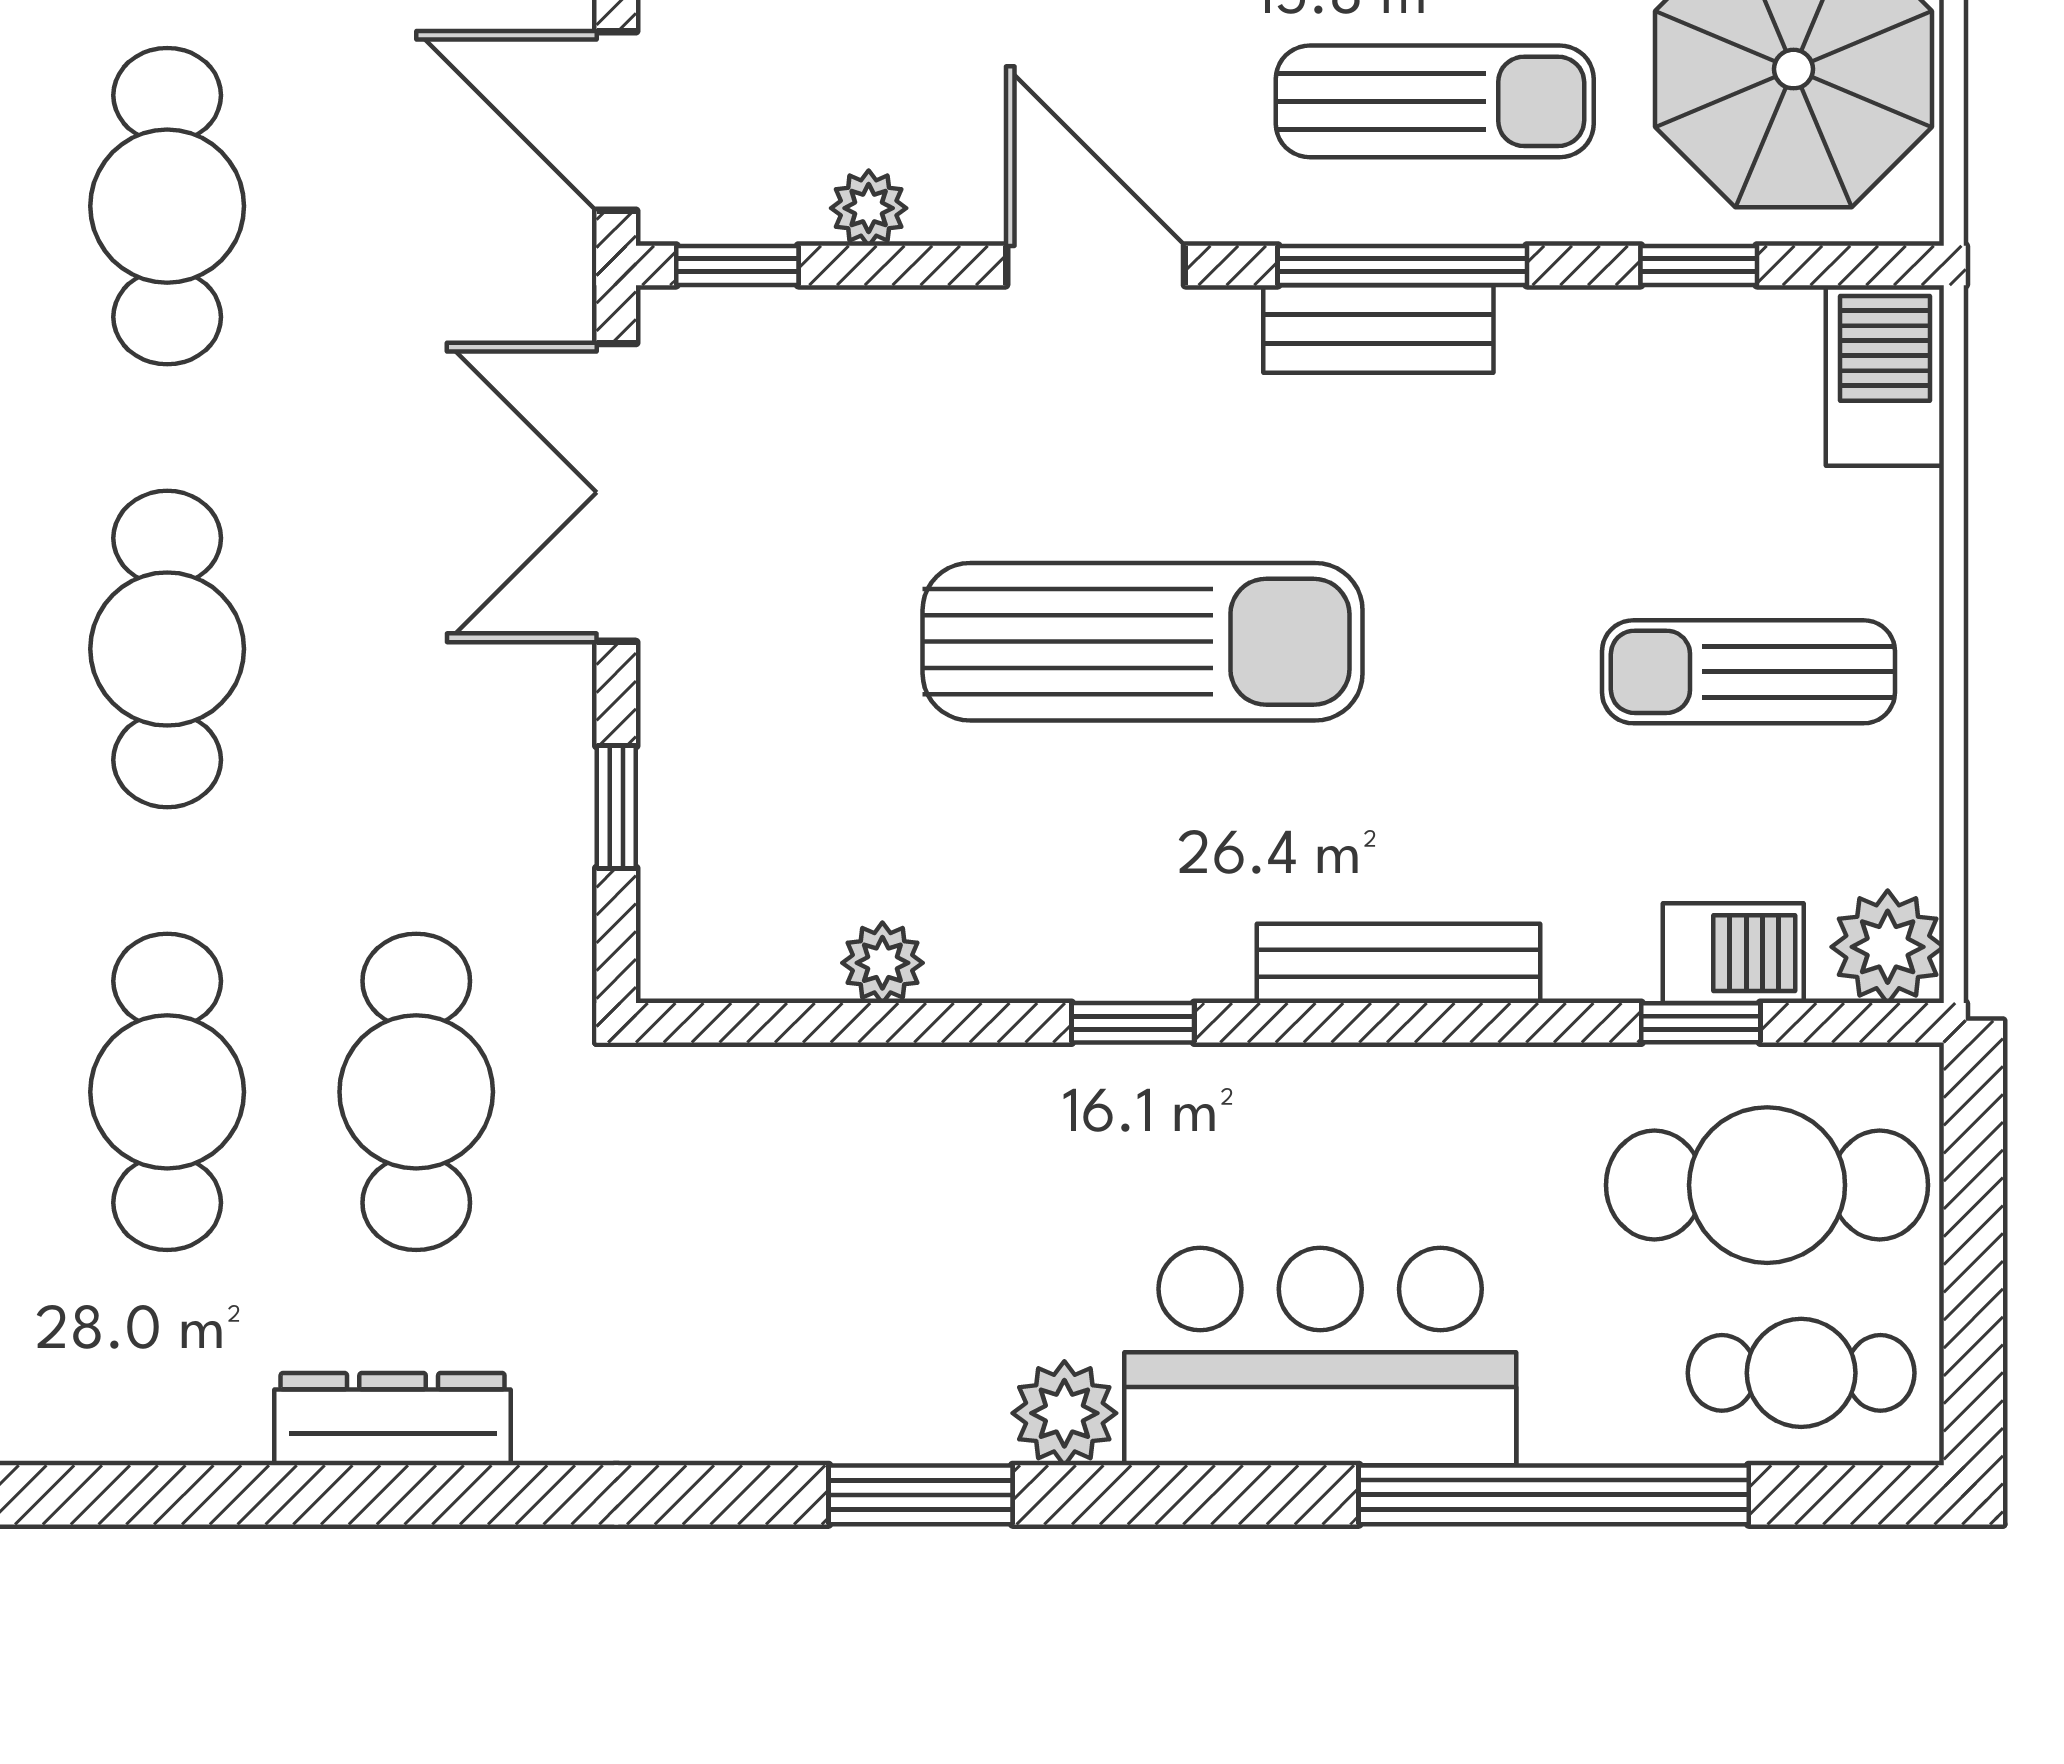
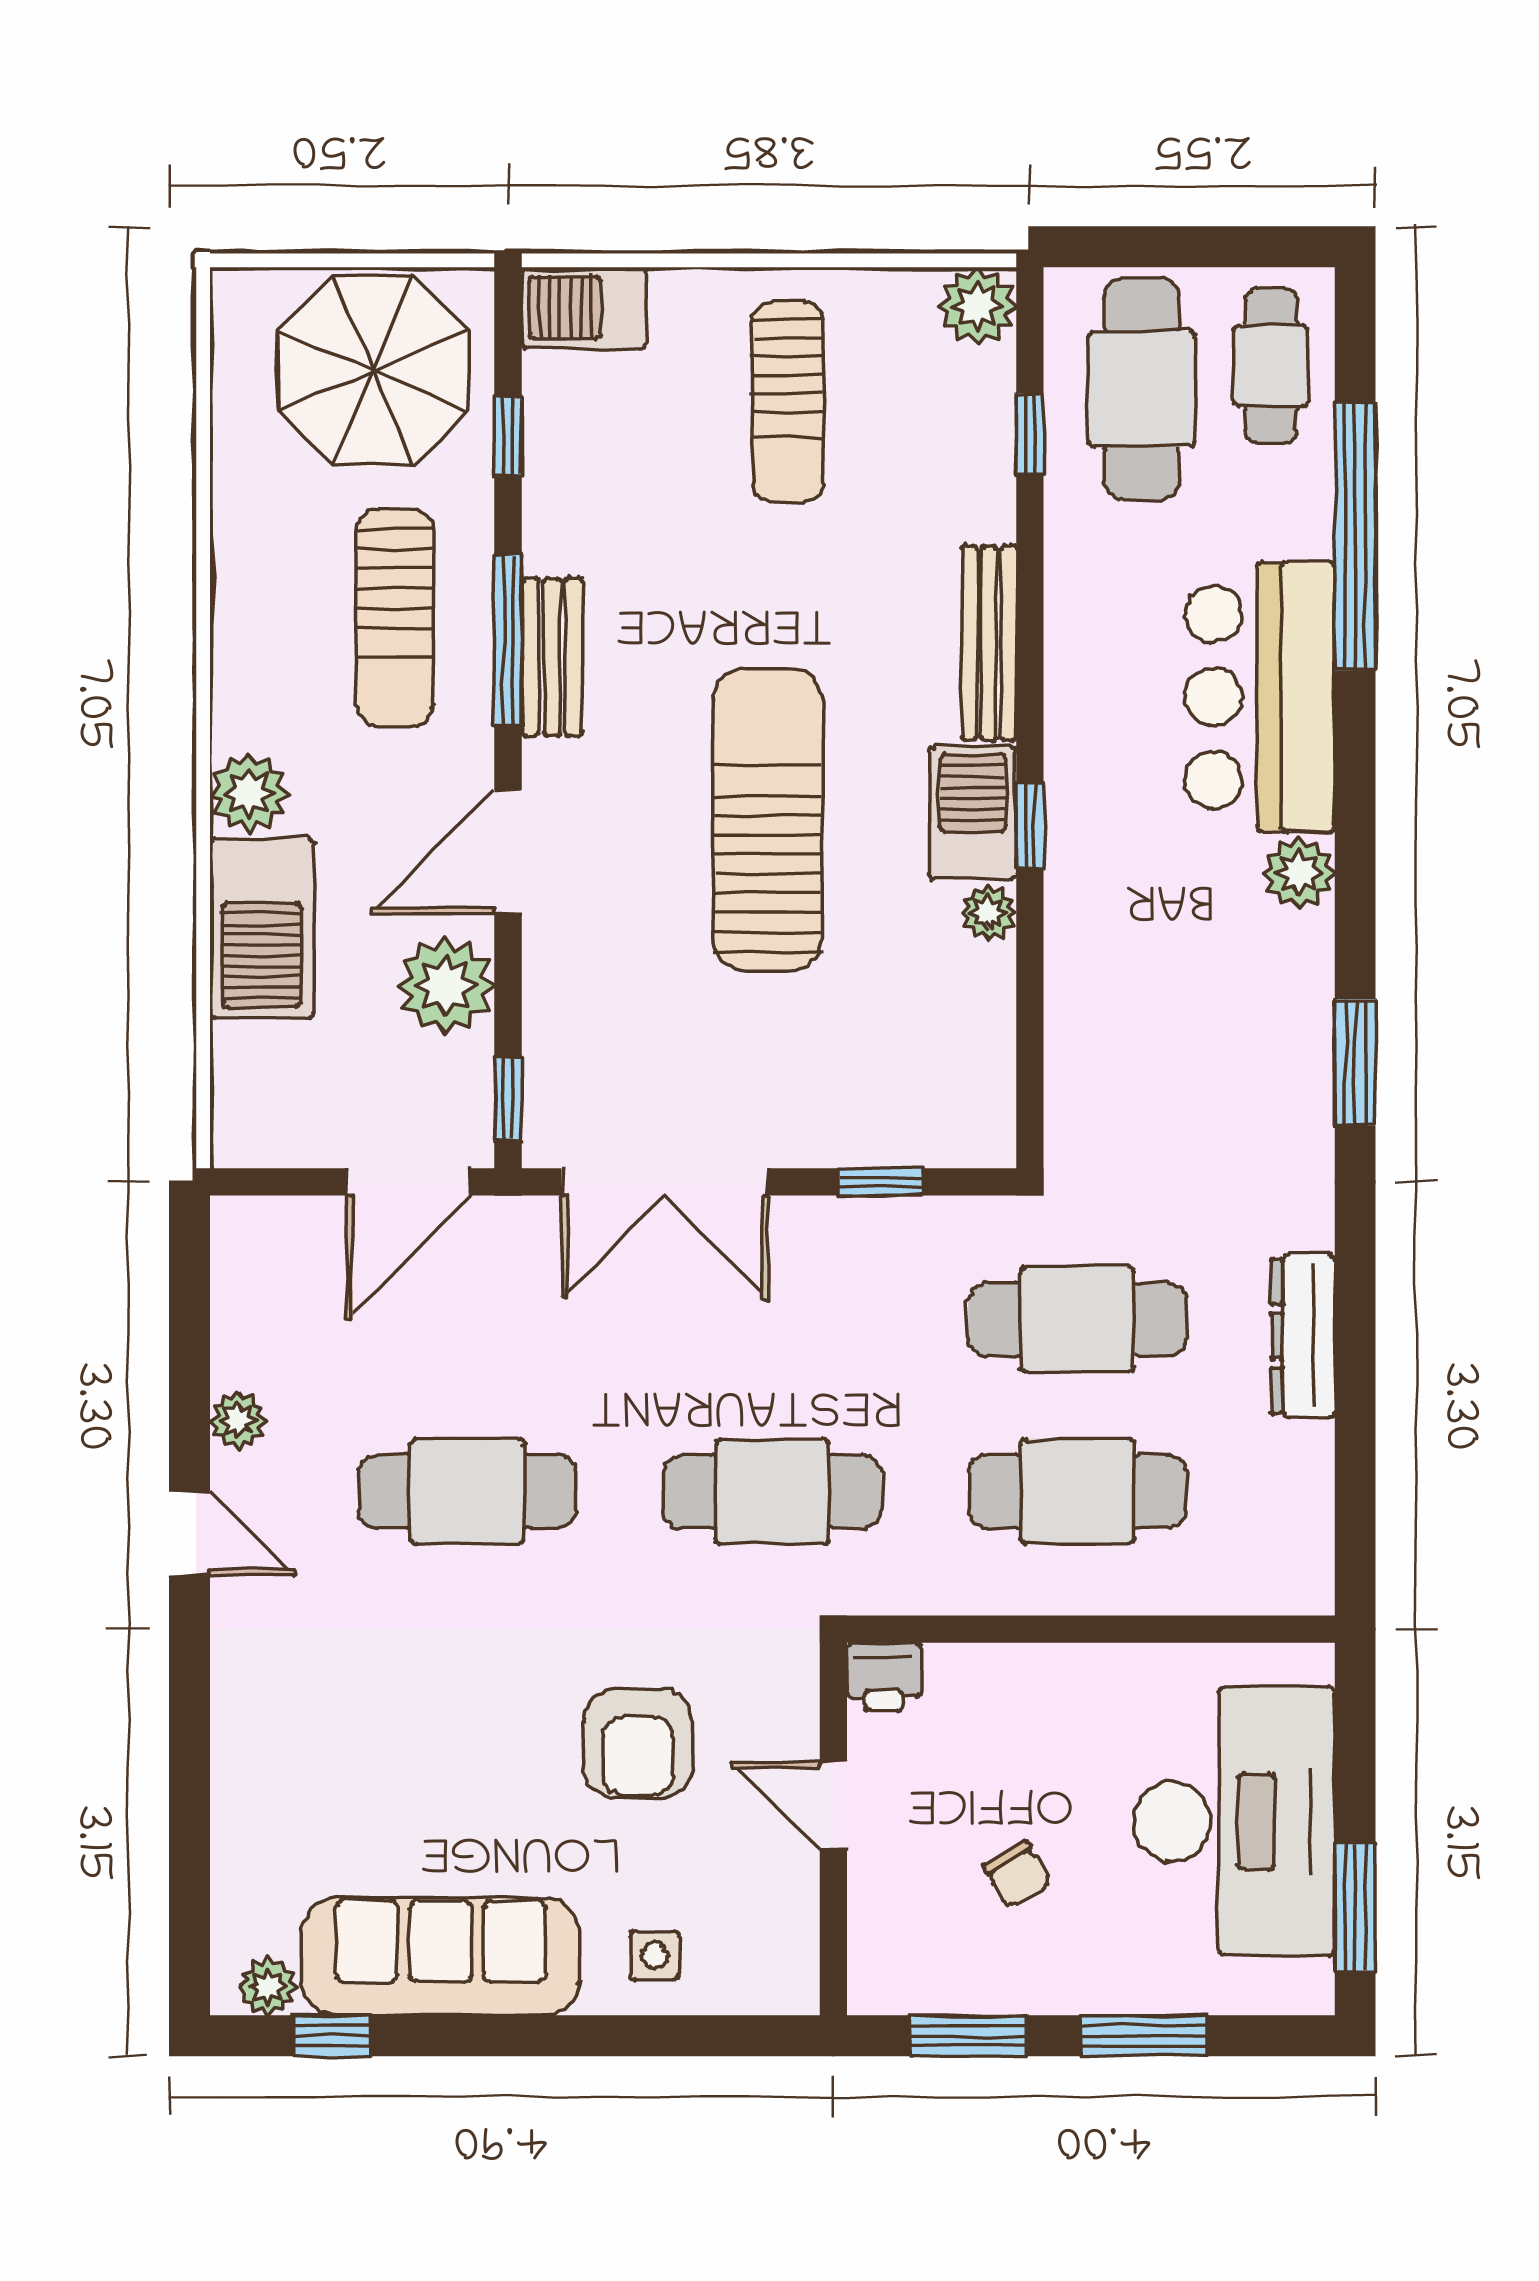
sun lounger: (1435, 101) -> (395, 618), turned 180
plant: (869, 208) -> (446, 985), width x1.87, depth x1.87
barbecue: (1733, 953) -> (973, 813), moved, width x1.38, depth x1.27
plant: (882, 963) -> (989, 913), moved
window: (921, 1495) -> (1355, 1062), moved

